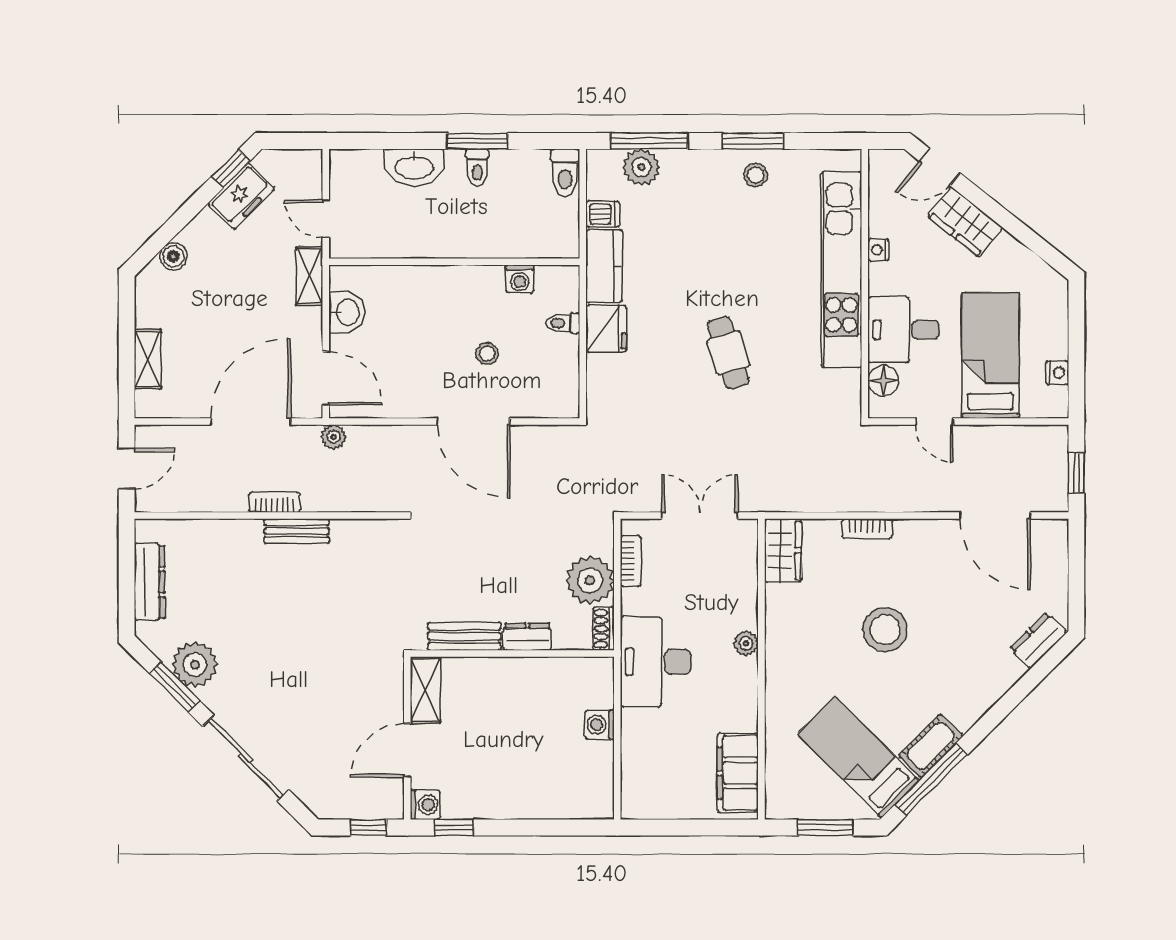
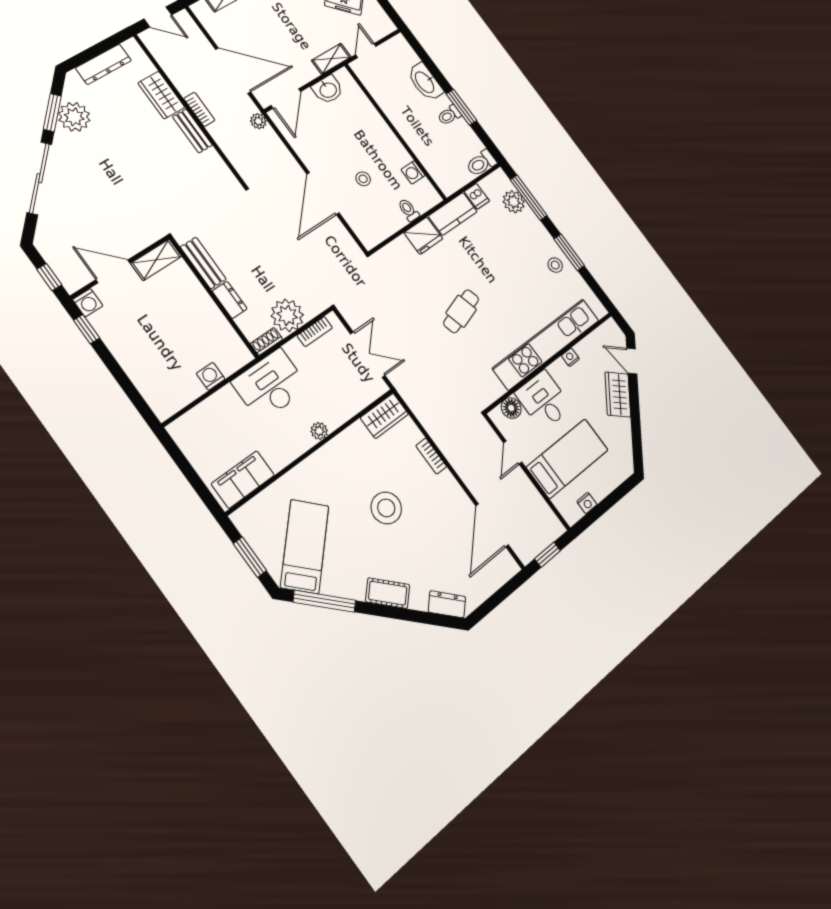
wardrobe: (229, 538) -> (161, 95), added
cot: (931, 746) -> (388, 593), moved

